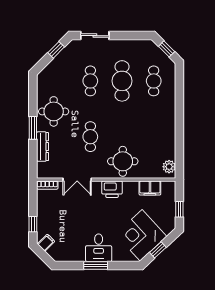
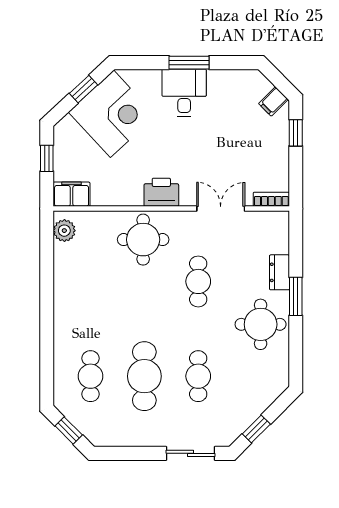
dresser: (43, 147) -> (279, 272), width x0.70
filing cabinet: (150, 188) -> (72, 194), moved

